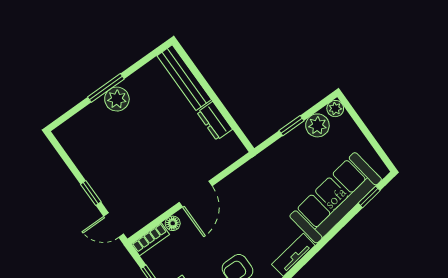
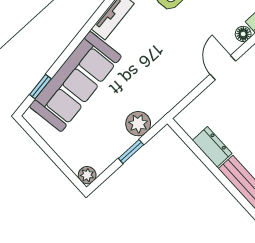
plant: (317, 125) -> (138, 124), moved
door: (196, 194) -> (223, 68), width x0.73

